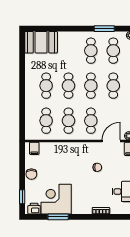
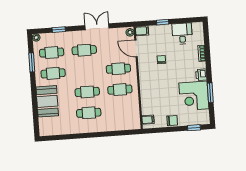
booth: (41, 42) -> (47, 101), moved
cafe table: (91, 86) -> (86, 71), removed
cafe table: (46, 121) -> (121, 110), removed
printer: (34, 209) -> (201, 75), moved

